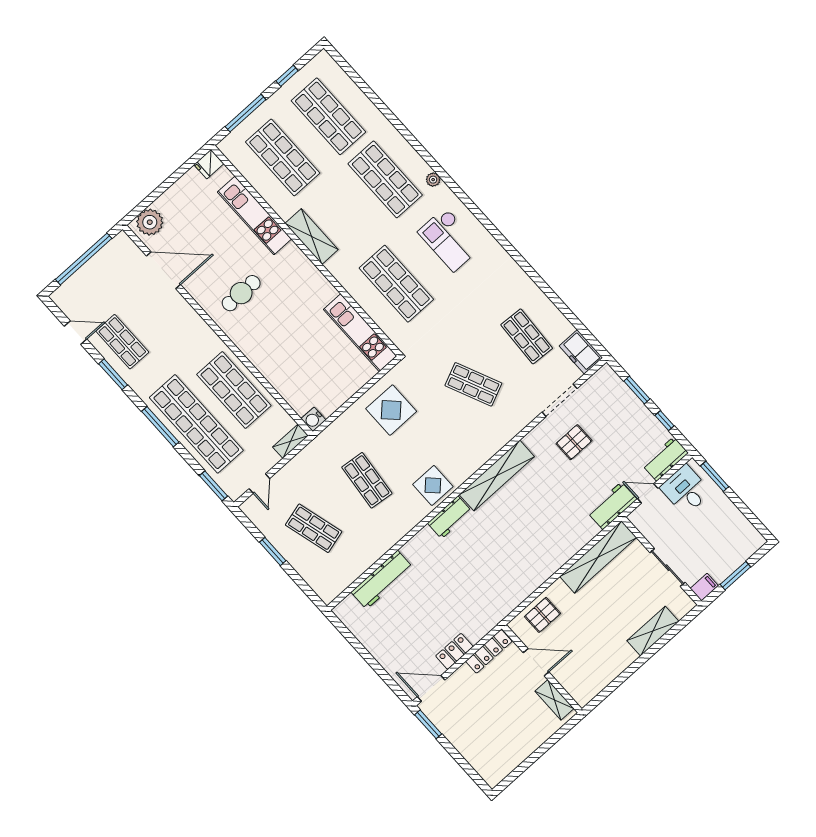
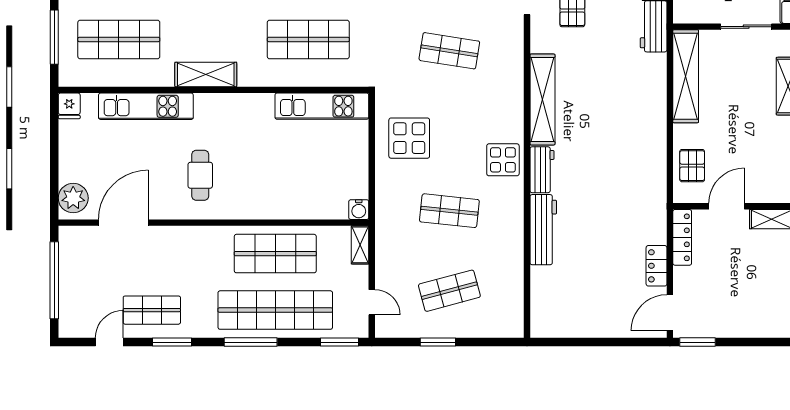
shop shelf: (473, 384) -> (449, 51), turned 33
workbench: (382, 580) -> (543, 230), moved

